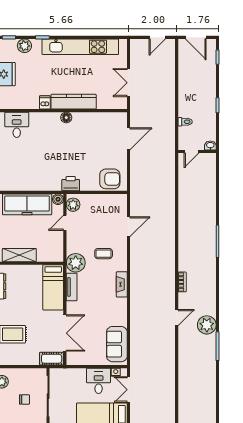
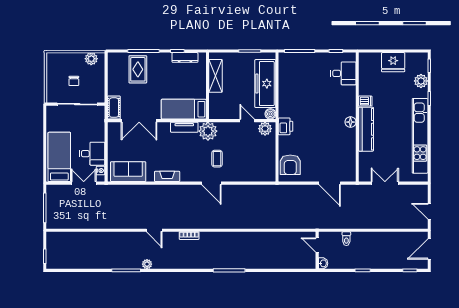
door: (129, 227) -> (211, 183), moved
fireplace: (122, 284) -> (167, 176), moved
plant: (207, 325) -> (147, 264), width x0.53, depth x0.53

